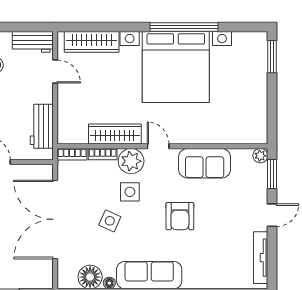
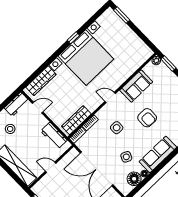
window: (184, 27) -> (73, 38), width x0.32
wardrobe: (115, 134) -> (76, 120), moved
plant: (131, 161) -> (105, 114), removed
side table: (110, 221) -> (126, 157), moved

